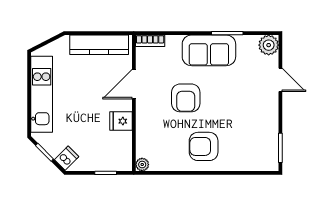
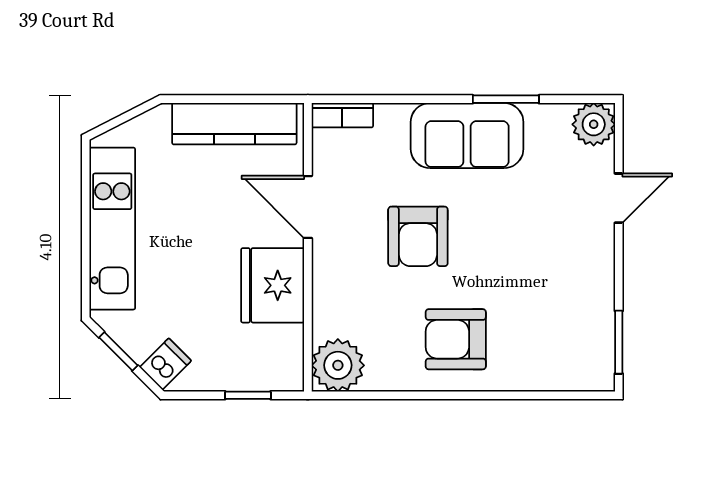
door: (280, 80) -> (619, 198), hinge flipped
door: (134, 84) -> (308, 207), hinge flipped
fridge: (121, 121) -> (273, 285), width x1.88, depth x1.34
plant: (142, 165) -> (338, 365), width x1.88, depth x1.88

